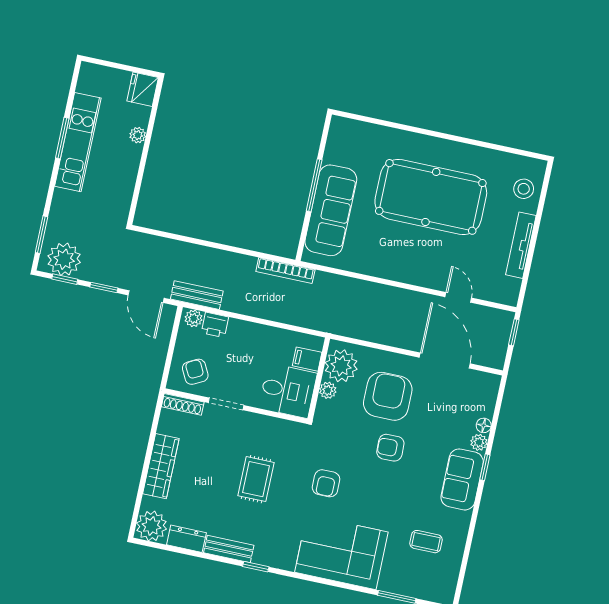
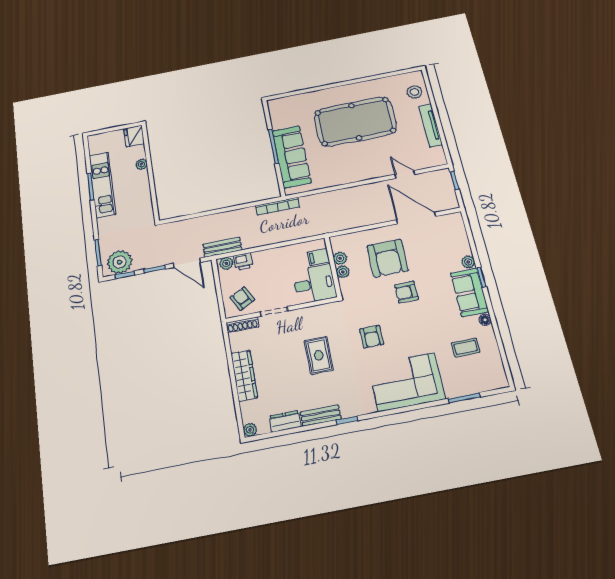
plant: (341, 366) -> (340, 258), width x0.53, depth x0.53
armchair: (388, 396) -> (388, 258), turned 180
floor lamp: (484, 425) -> (485, 320), moved
plant: (152, 526) -> (250, 430), width x0.53, depth x0.53

